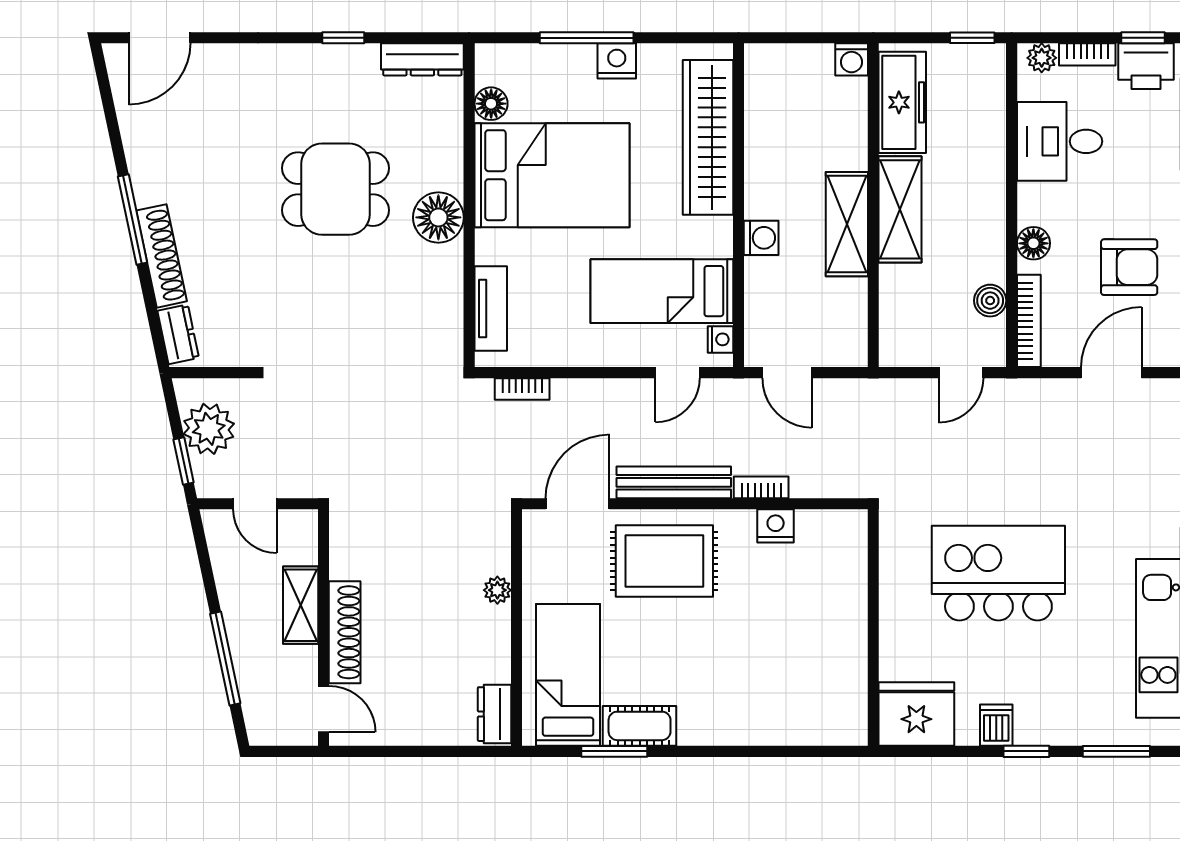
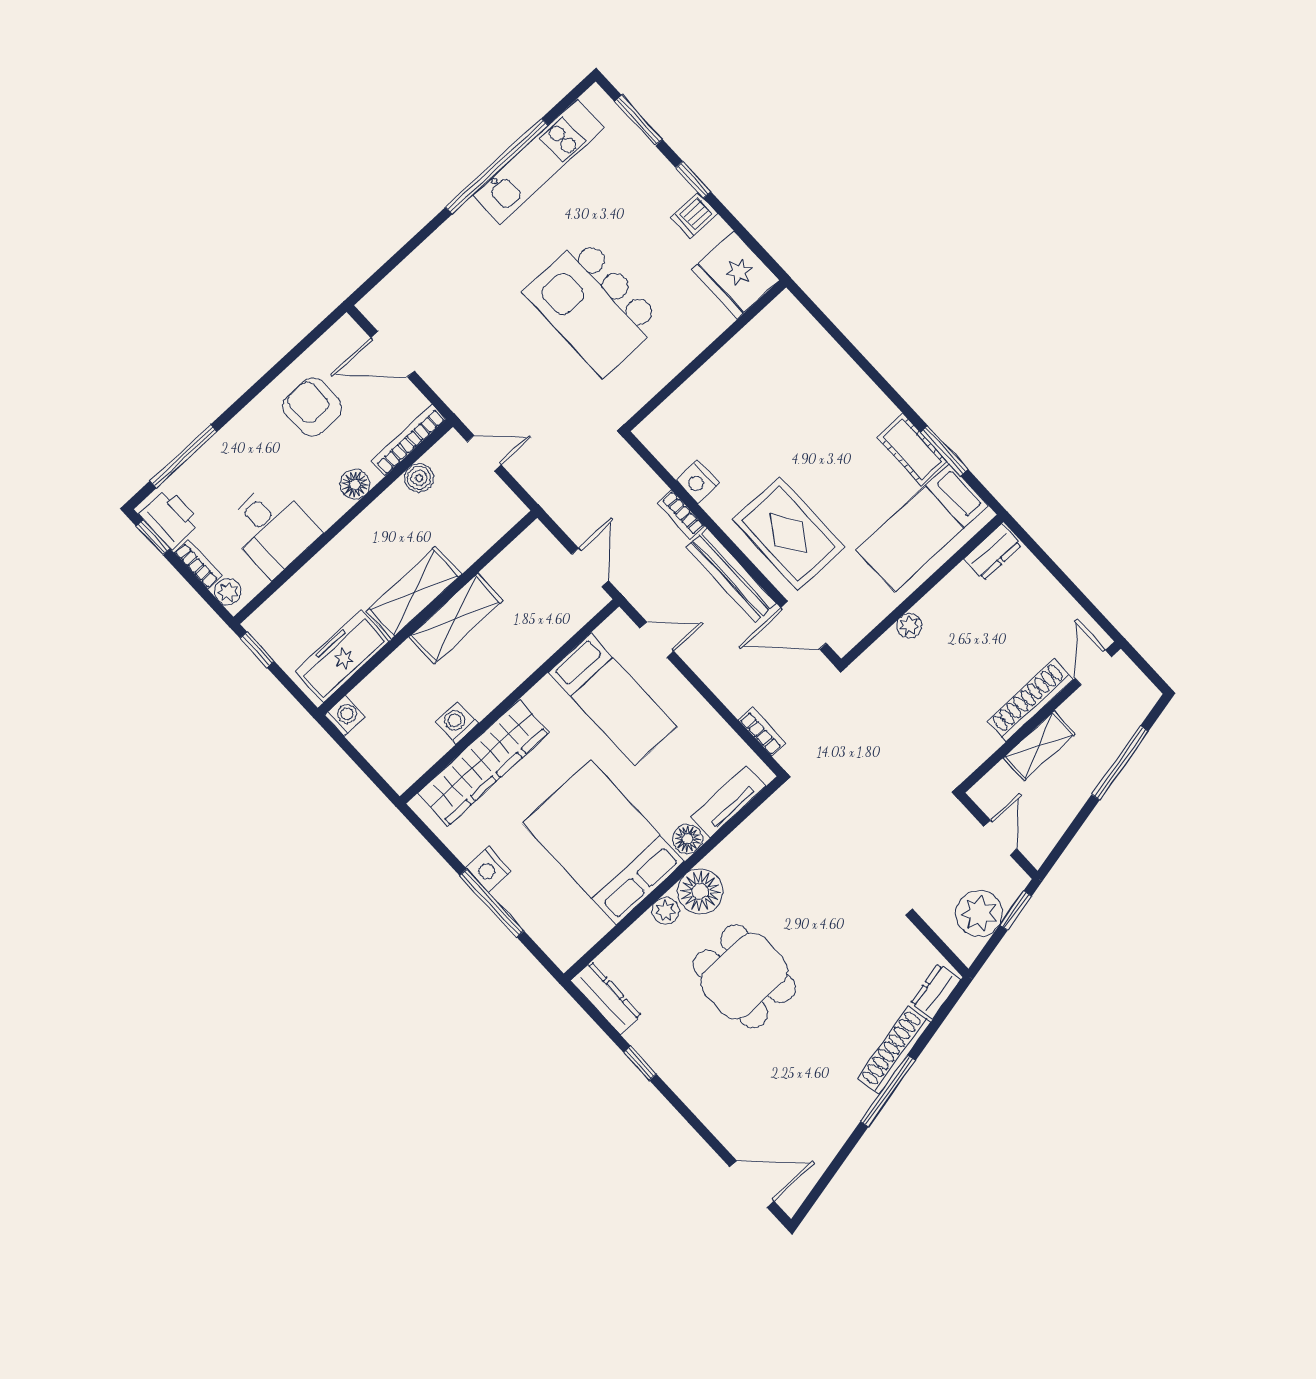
floor lamp: (491, 104) -> (687, 839), moved
plant: (449, 174) -> (666, 911), added
washing machine: (761, 238) -> (457, 722), moved
nightstand: (720, 339) -> (609, 632), removed

